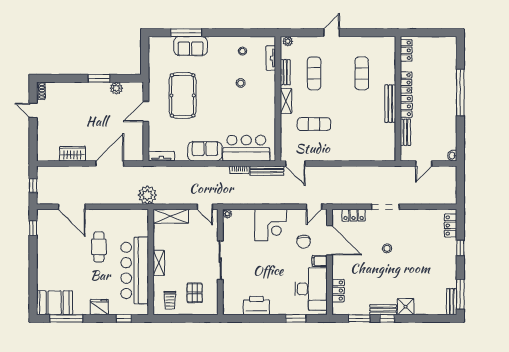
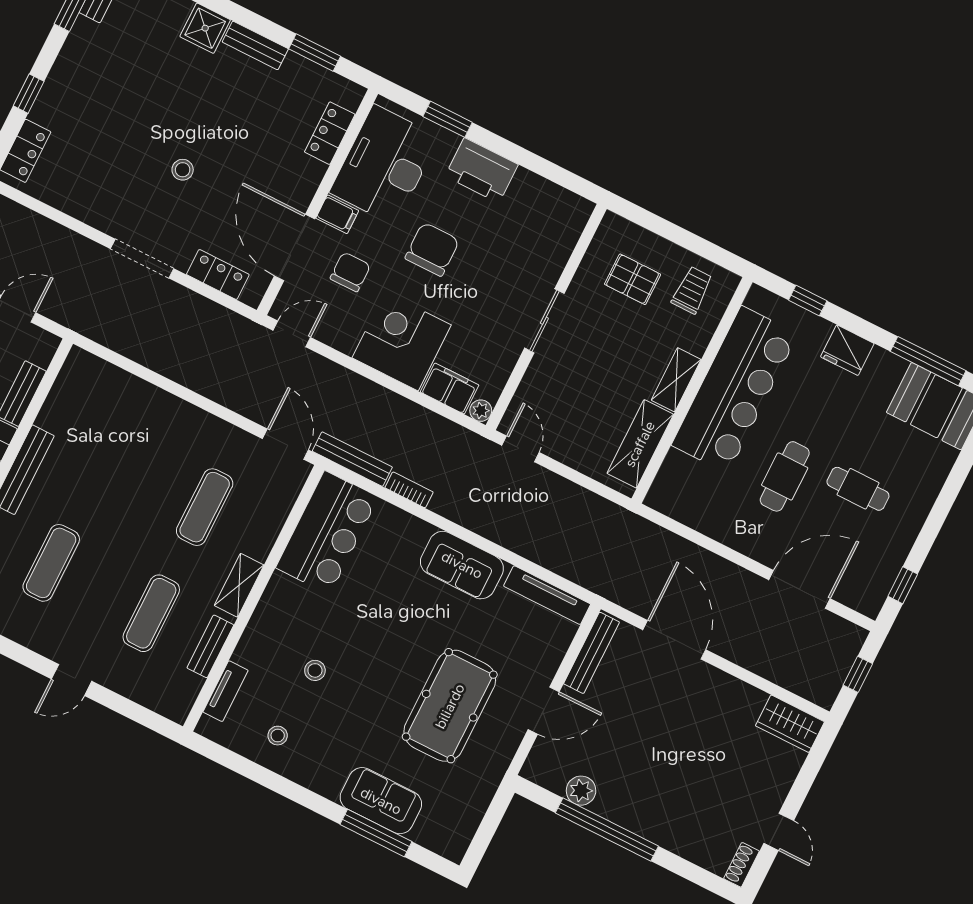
plant: (288, 41) -> (172, 708), removed
window: (99, 78) -> (607, 829), width x2.11
exercise mat: (314, 124) -> (205, 507), turned 90
bench: (139, 143) -> (592, 653), added
bar counter: (246, 148) -> (327, 533), moved, turned -90
wardrobe: (72, 154) -> (790, 724), moved
tv unit: (161, 156) -> (547, 595), width x1.41
door: (110, 164) -> (674, 640), swing flipped
plant: (147, 195) -> (629, 534), removed
door: (72, 207) -> (799, 589), hinge flipped
shelving: (171, 216) -> (640, 444), moved, turned 90
filing cabinet: (243, 216) -> (450, 389), added
cafe table: (69, 256) -> (858, 489), added
sliding door: (220, 260) -> (544, 321), width x0.73
chair: (277, 266) -> (432, 249), added
pallet: (195, 293) -> (633, 279), turned 90
printer: (256, 305) -> (482, 170), moved
window: (387, 318) -> (256, 23), removed

